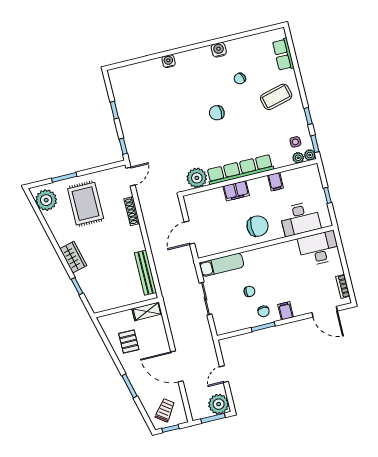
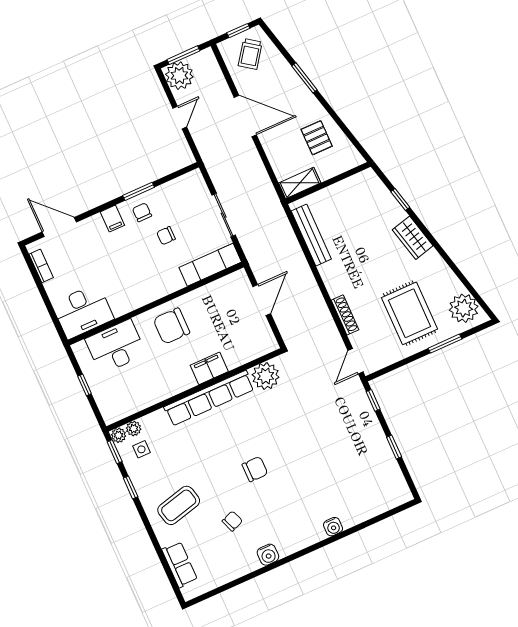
filing cabinet: (275, 182) -> (158, 391), removed

